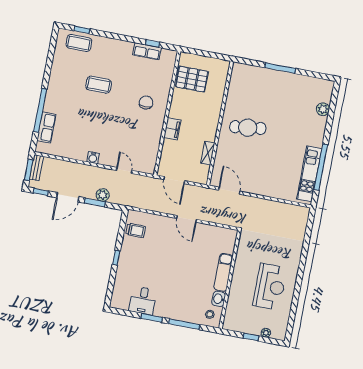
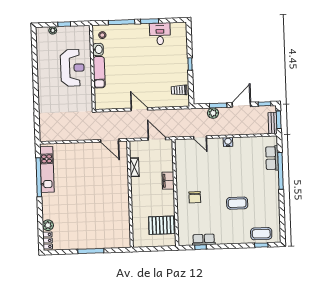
locker: (327, 92) -> (48, 241), added
cafe table: (248, 128) -> (106, 196), removed
reception desk: (270, 287) -> (72, 68), moved, turned 180

